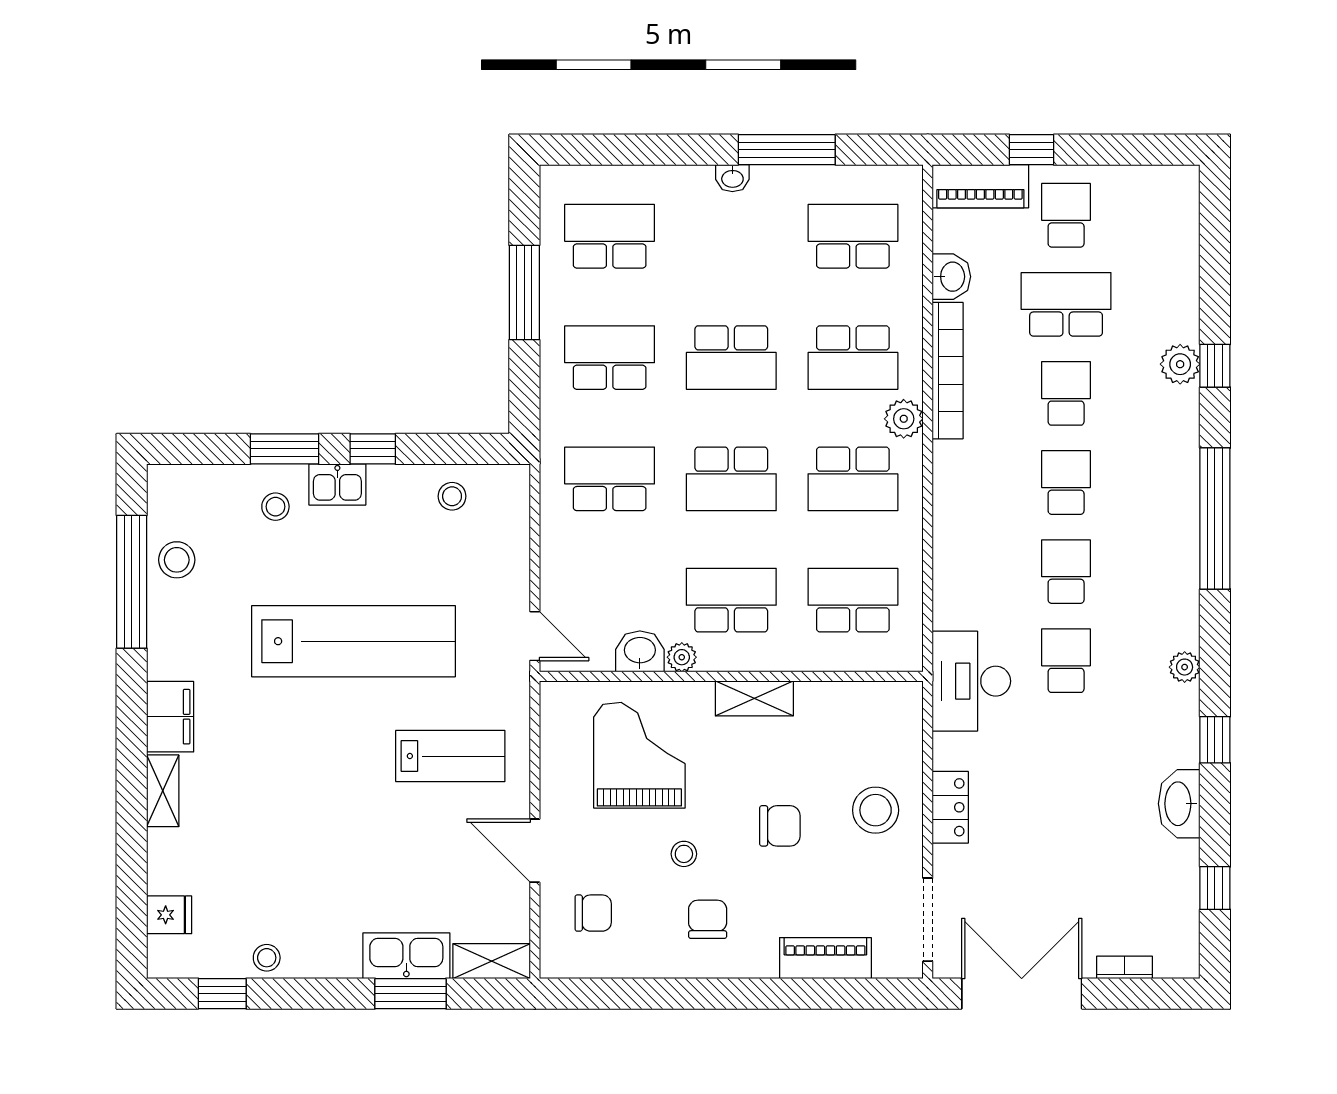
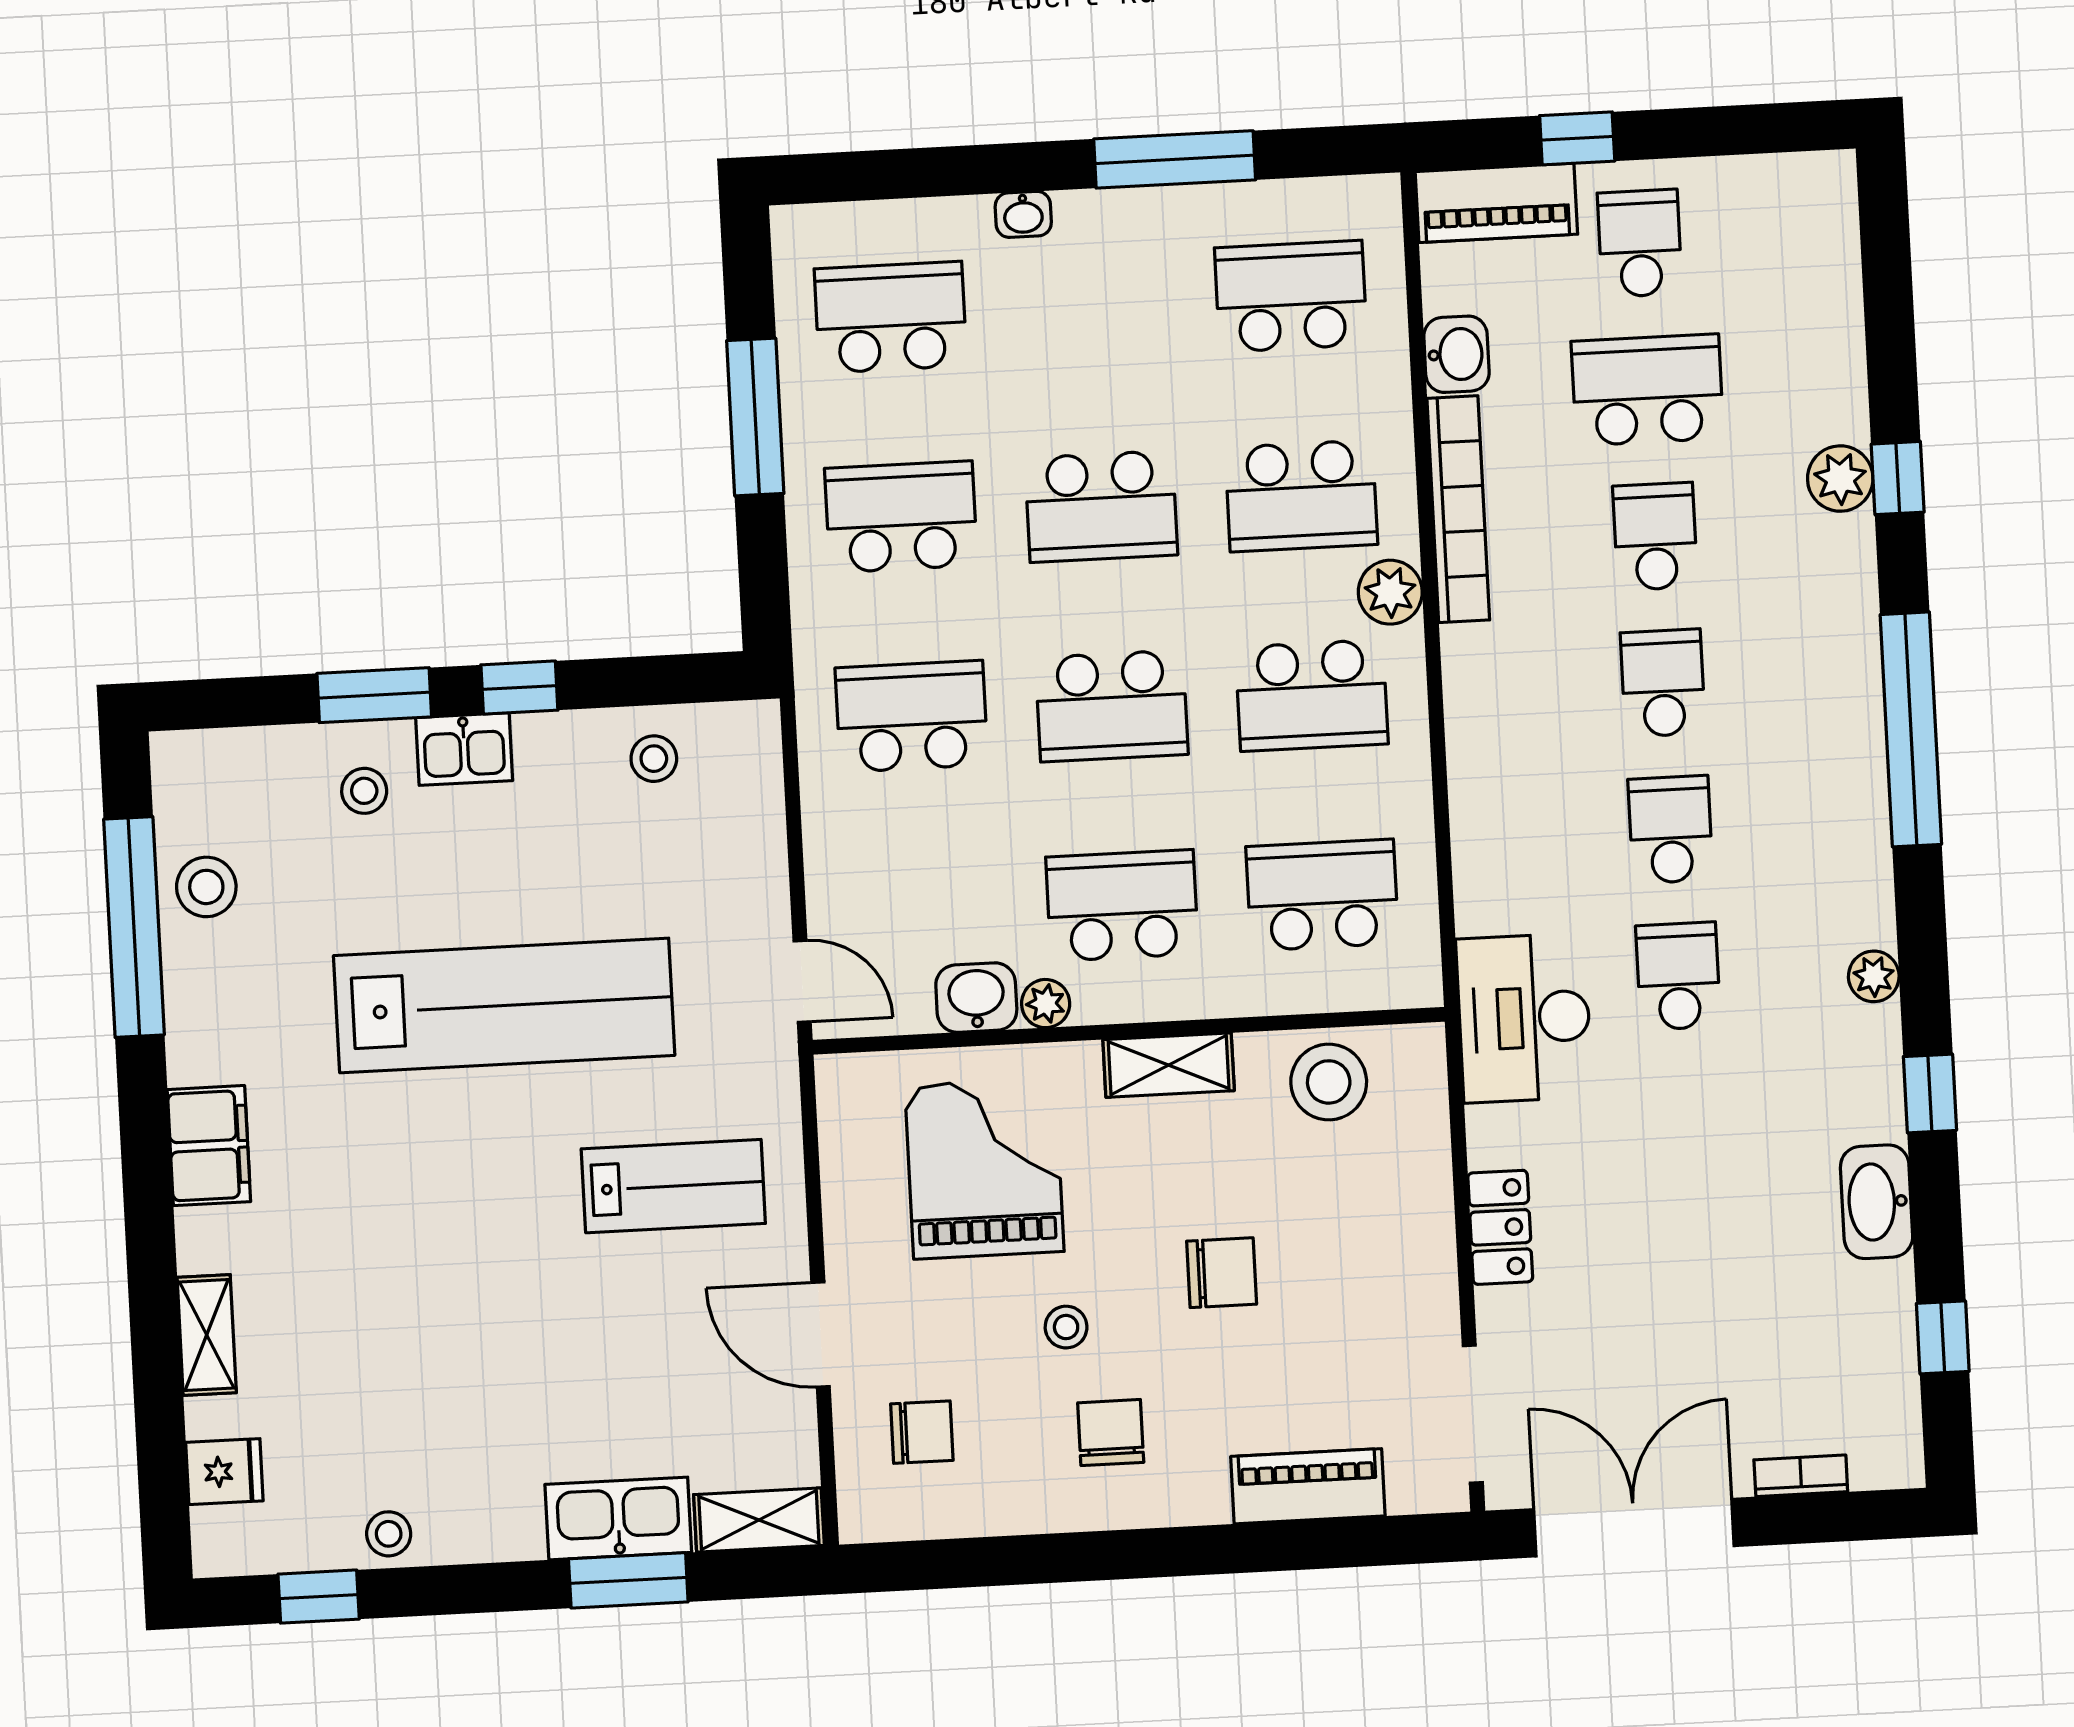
washbasin: (732, 178) -> (1023, 214), moved
shelving: (163, 791) -> (207, 1335), moved
stool: (876, 810) -> (1329, 1082), moved

